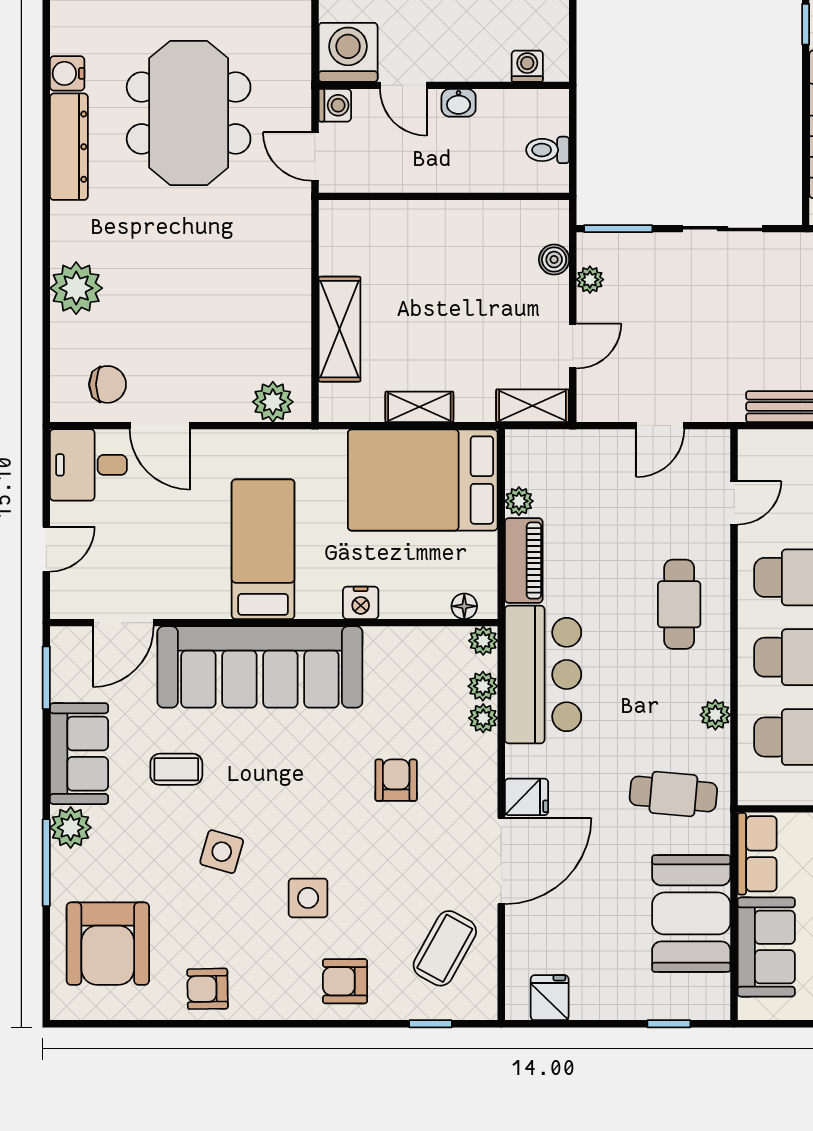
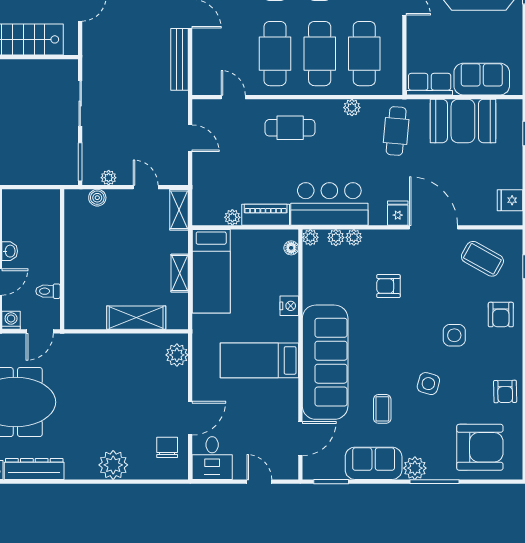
toilet: (548, 150) -> (48, 291), moved, turned 90
bed: (423, 480) -> (211, 271), width x0.67
door: (123, 623) -> (300, 439), hinge flipped

